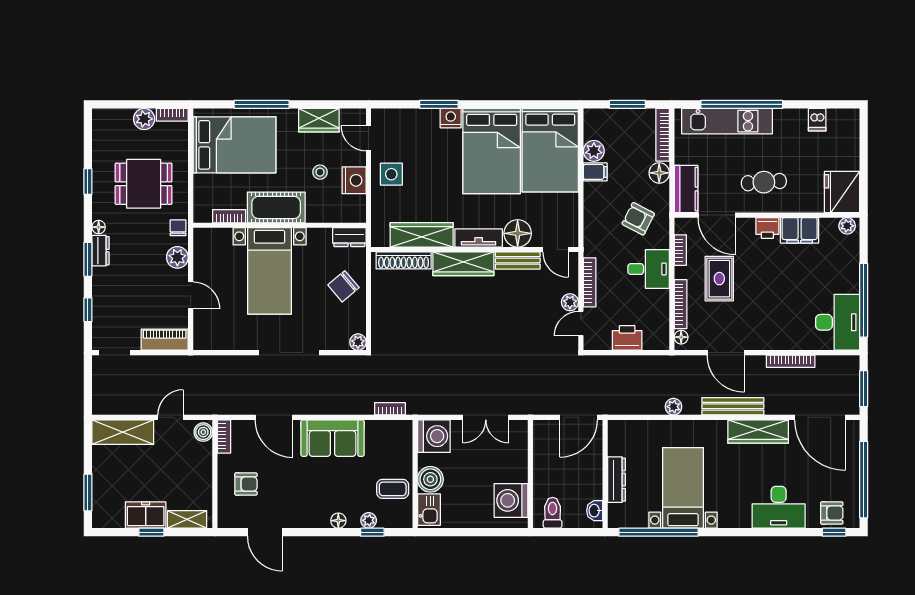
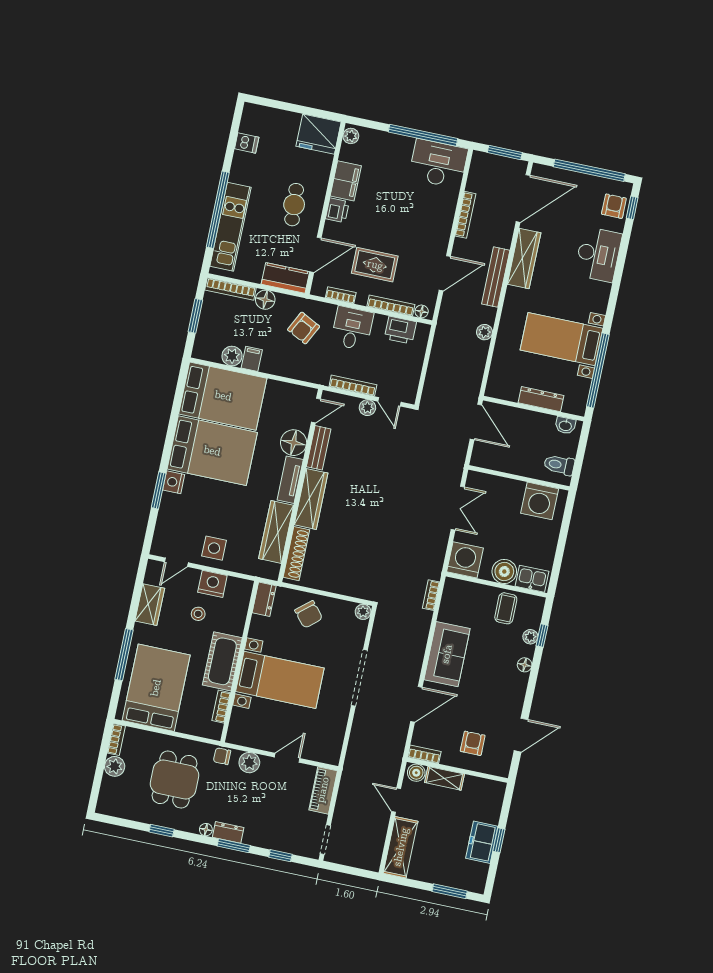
printer: (627, 338) -> (400, 330), moved, turned -90
shelving: (187, 519) -> (445, 778), moved, turned 90

